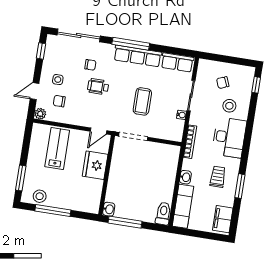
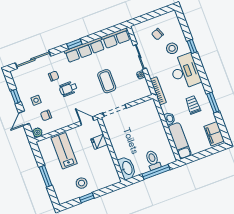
window: (131, 44) -> (74, 44), width x0.46
window: (41, 51) -> (16, 96), moved
window: (256, 85) -> (192, 46), moved
door: (98, 131) -> (87, 121), swing flipped
fridge: (95, 165) -> (99, 142), width x0.53, depth x0.75
window: (21, 178) -> (46, 176), moved
stool: (40, 196) -> (82, 183), moved
washbasin: (109, 209) -> (127, 168), width x1.91, depth x1.45
window: (53, 211) -> (87, 198), width x0.46
toilet: (163, 214) -> (153, 160), moved
window: (125, 222) -> (156, 172), moved

